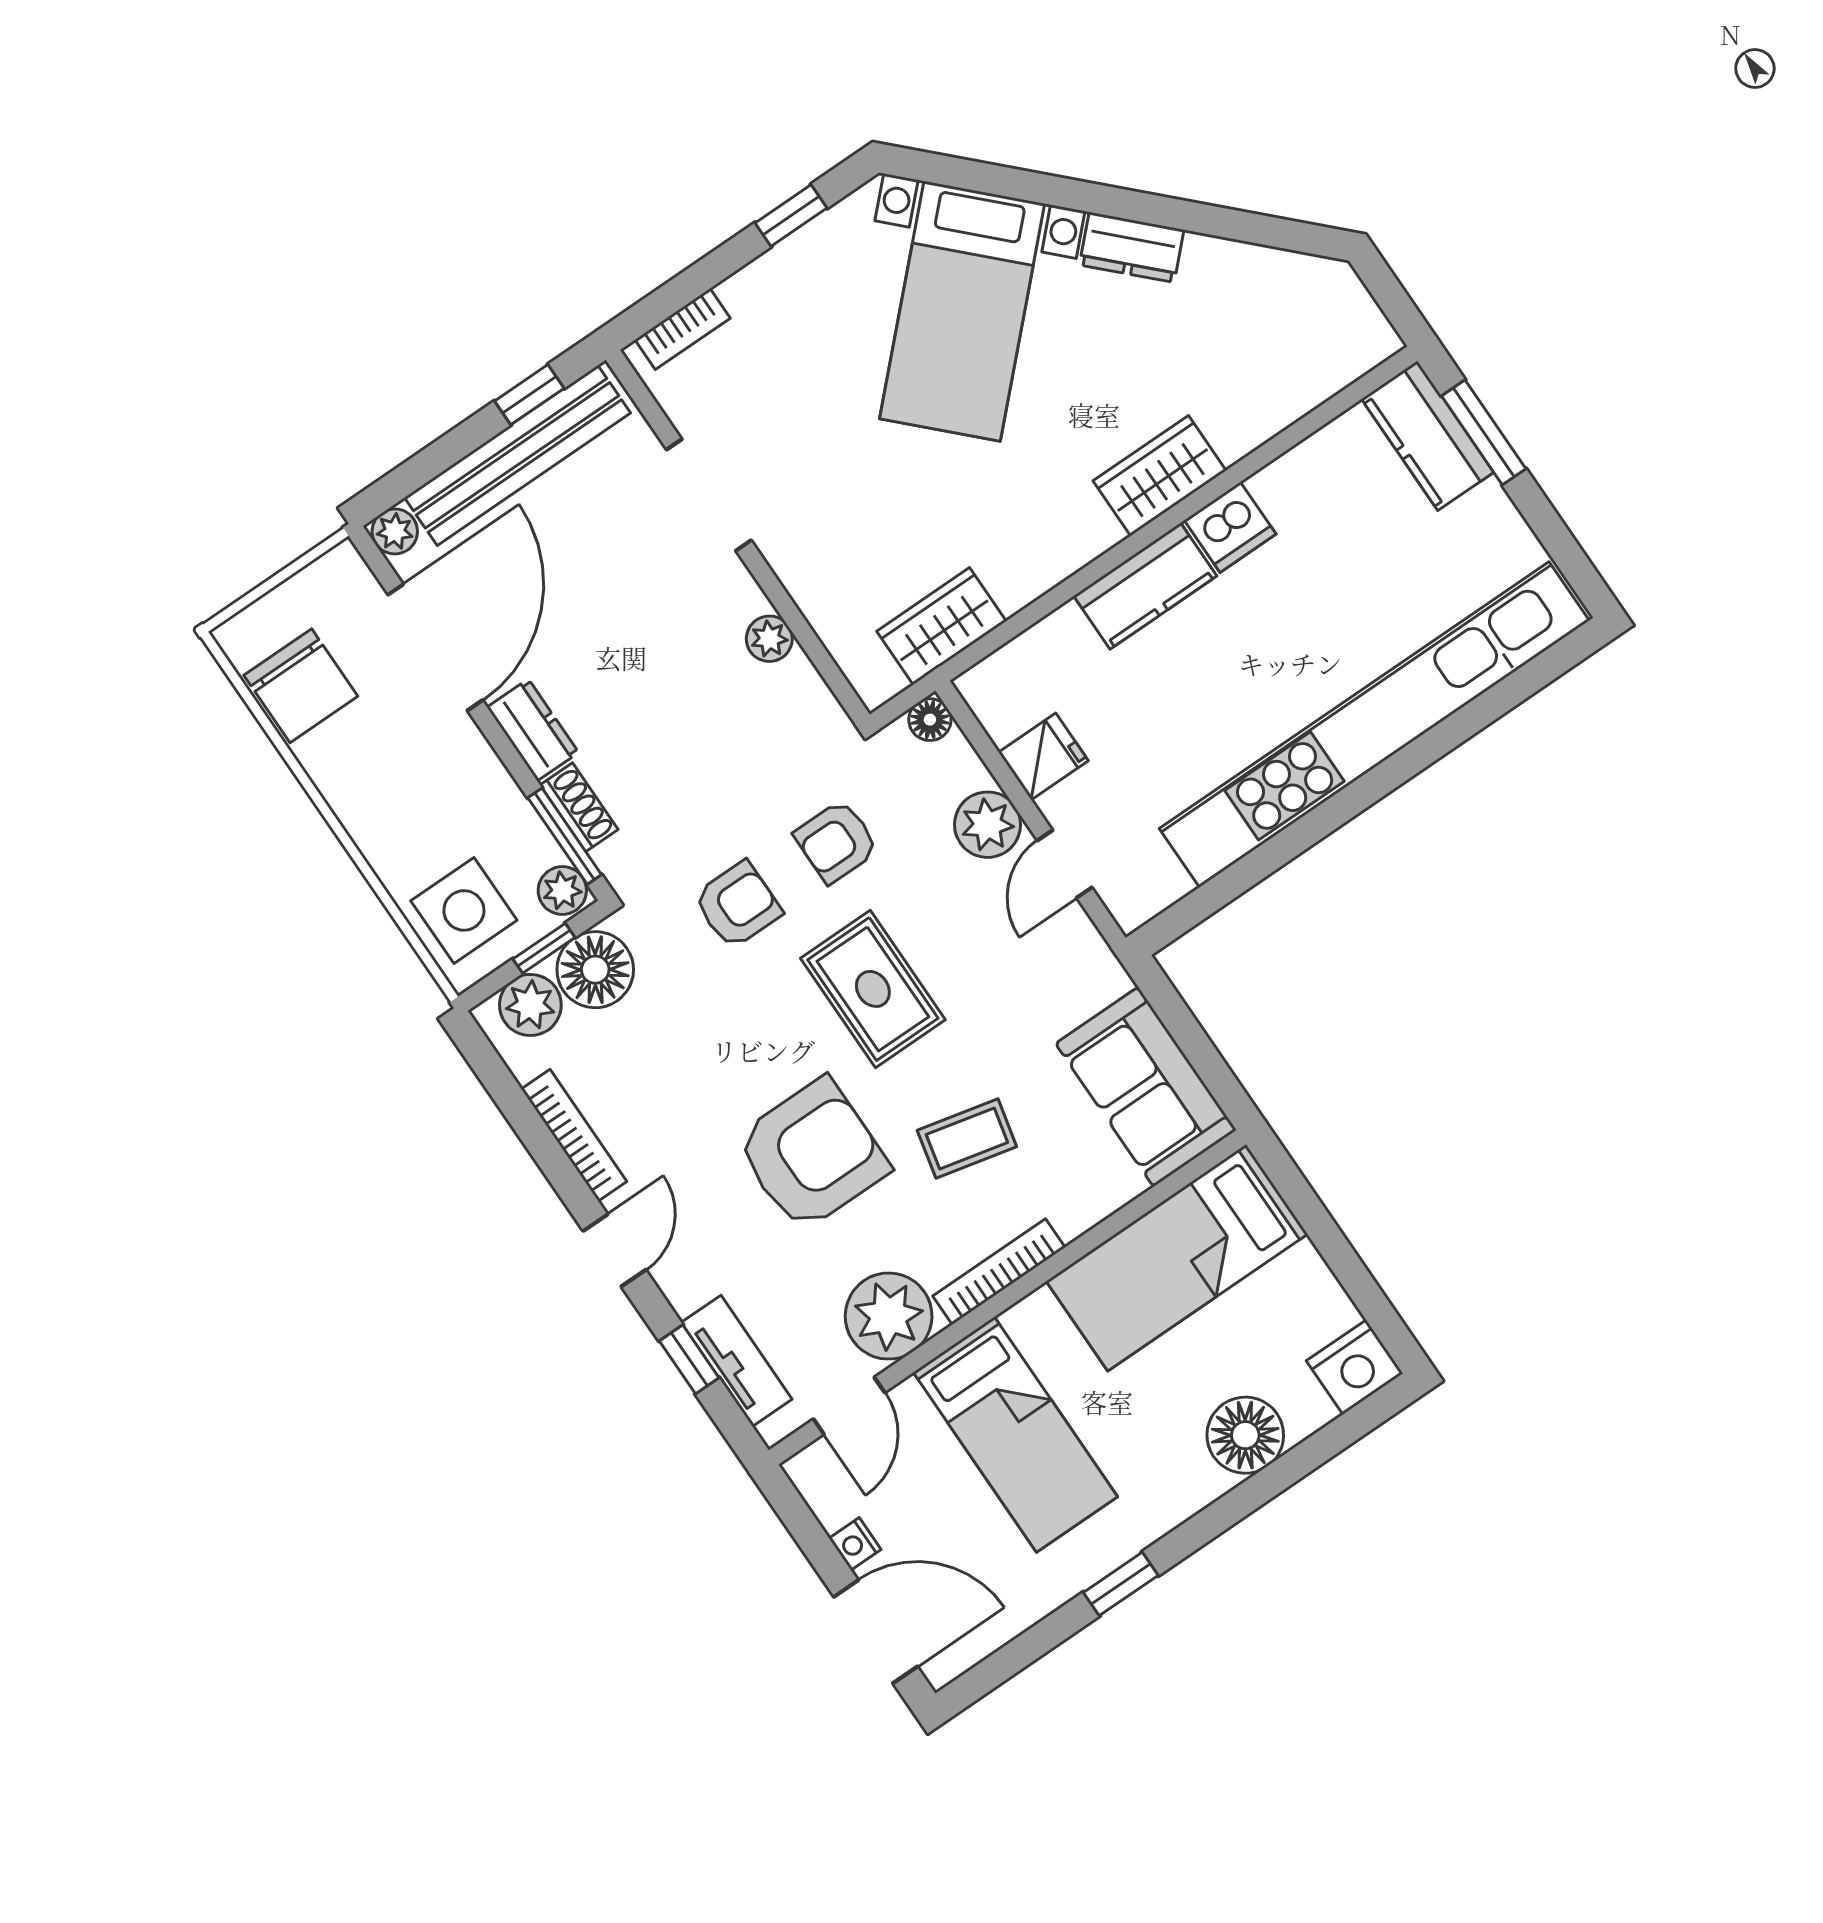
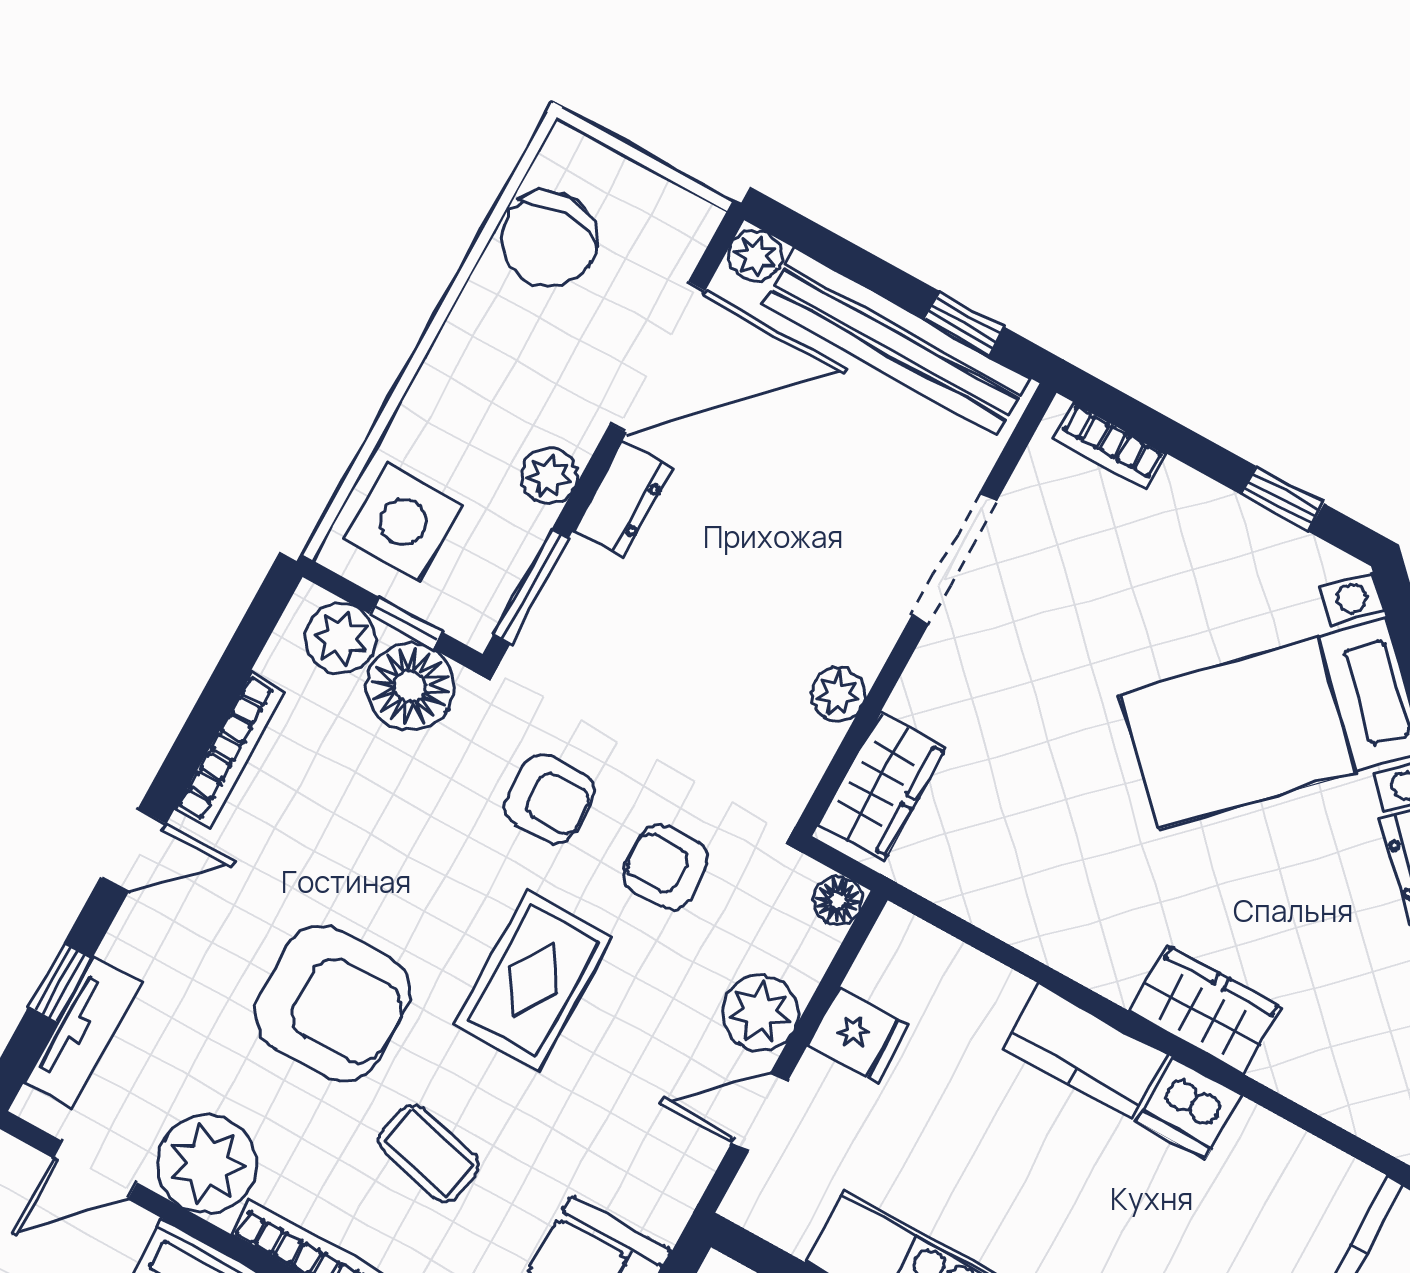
wardrobe: (941, 626) -> (882, 786), moved, turned 90
shoe rack: (579, 807) -> (568, 586), removed
plant: (562, 891) -> (549, 476), moved

